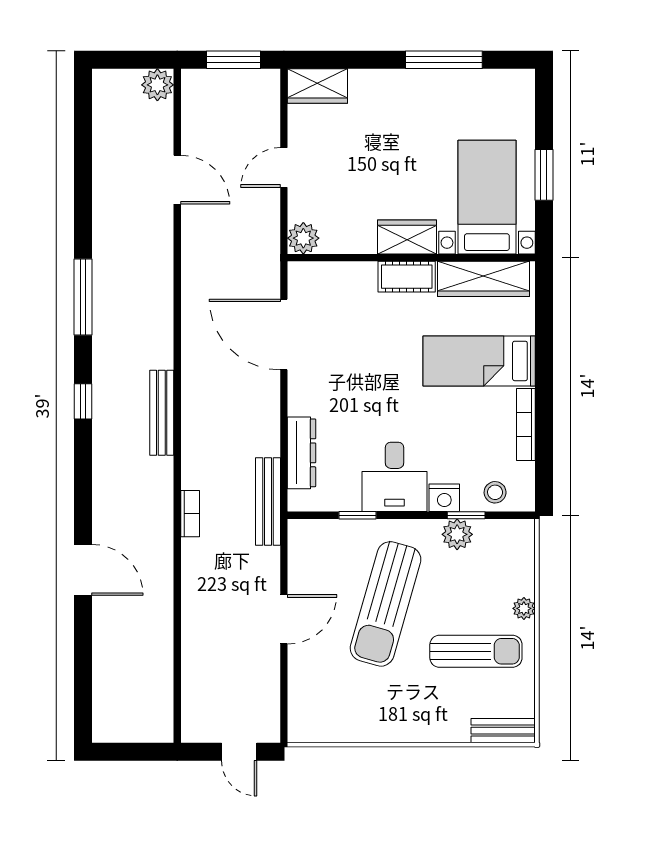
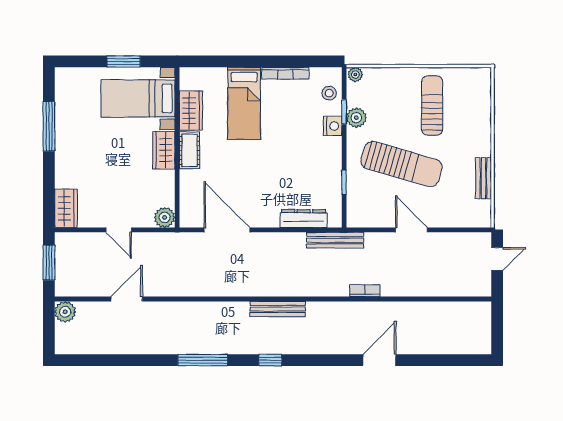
wardrobe: (484, 279) -> (191, 111), width x0.67
door: (284, 334) -> (227, 230), swing flipped
desk: (394, 477) -> (319, 158), removed
bookcase: (190, 514) -> (365, 291), moved
plant: (524, 608) -> (355, 75), moved
bench: (503, 731) -> (484, 178), moved

